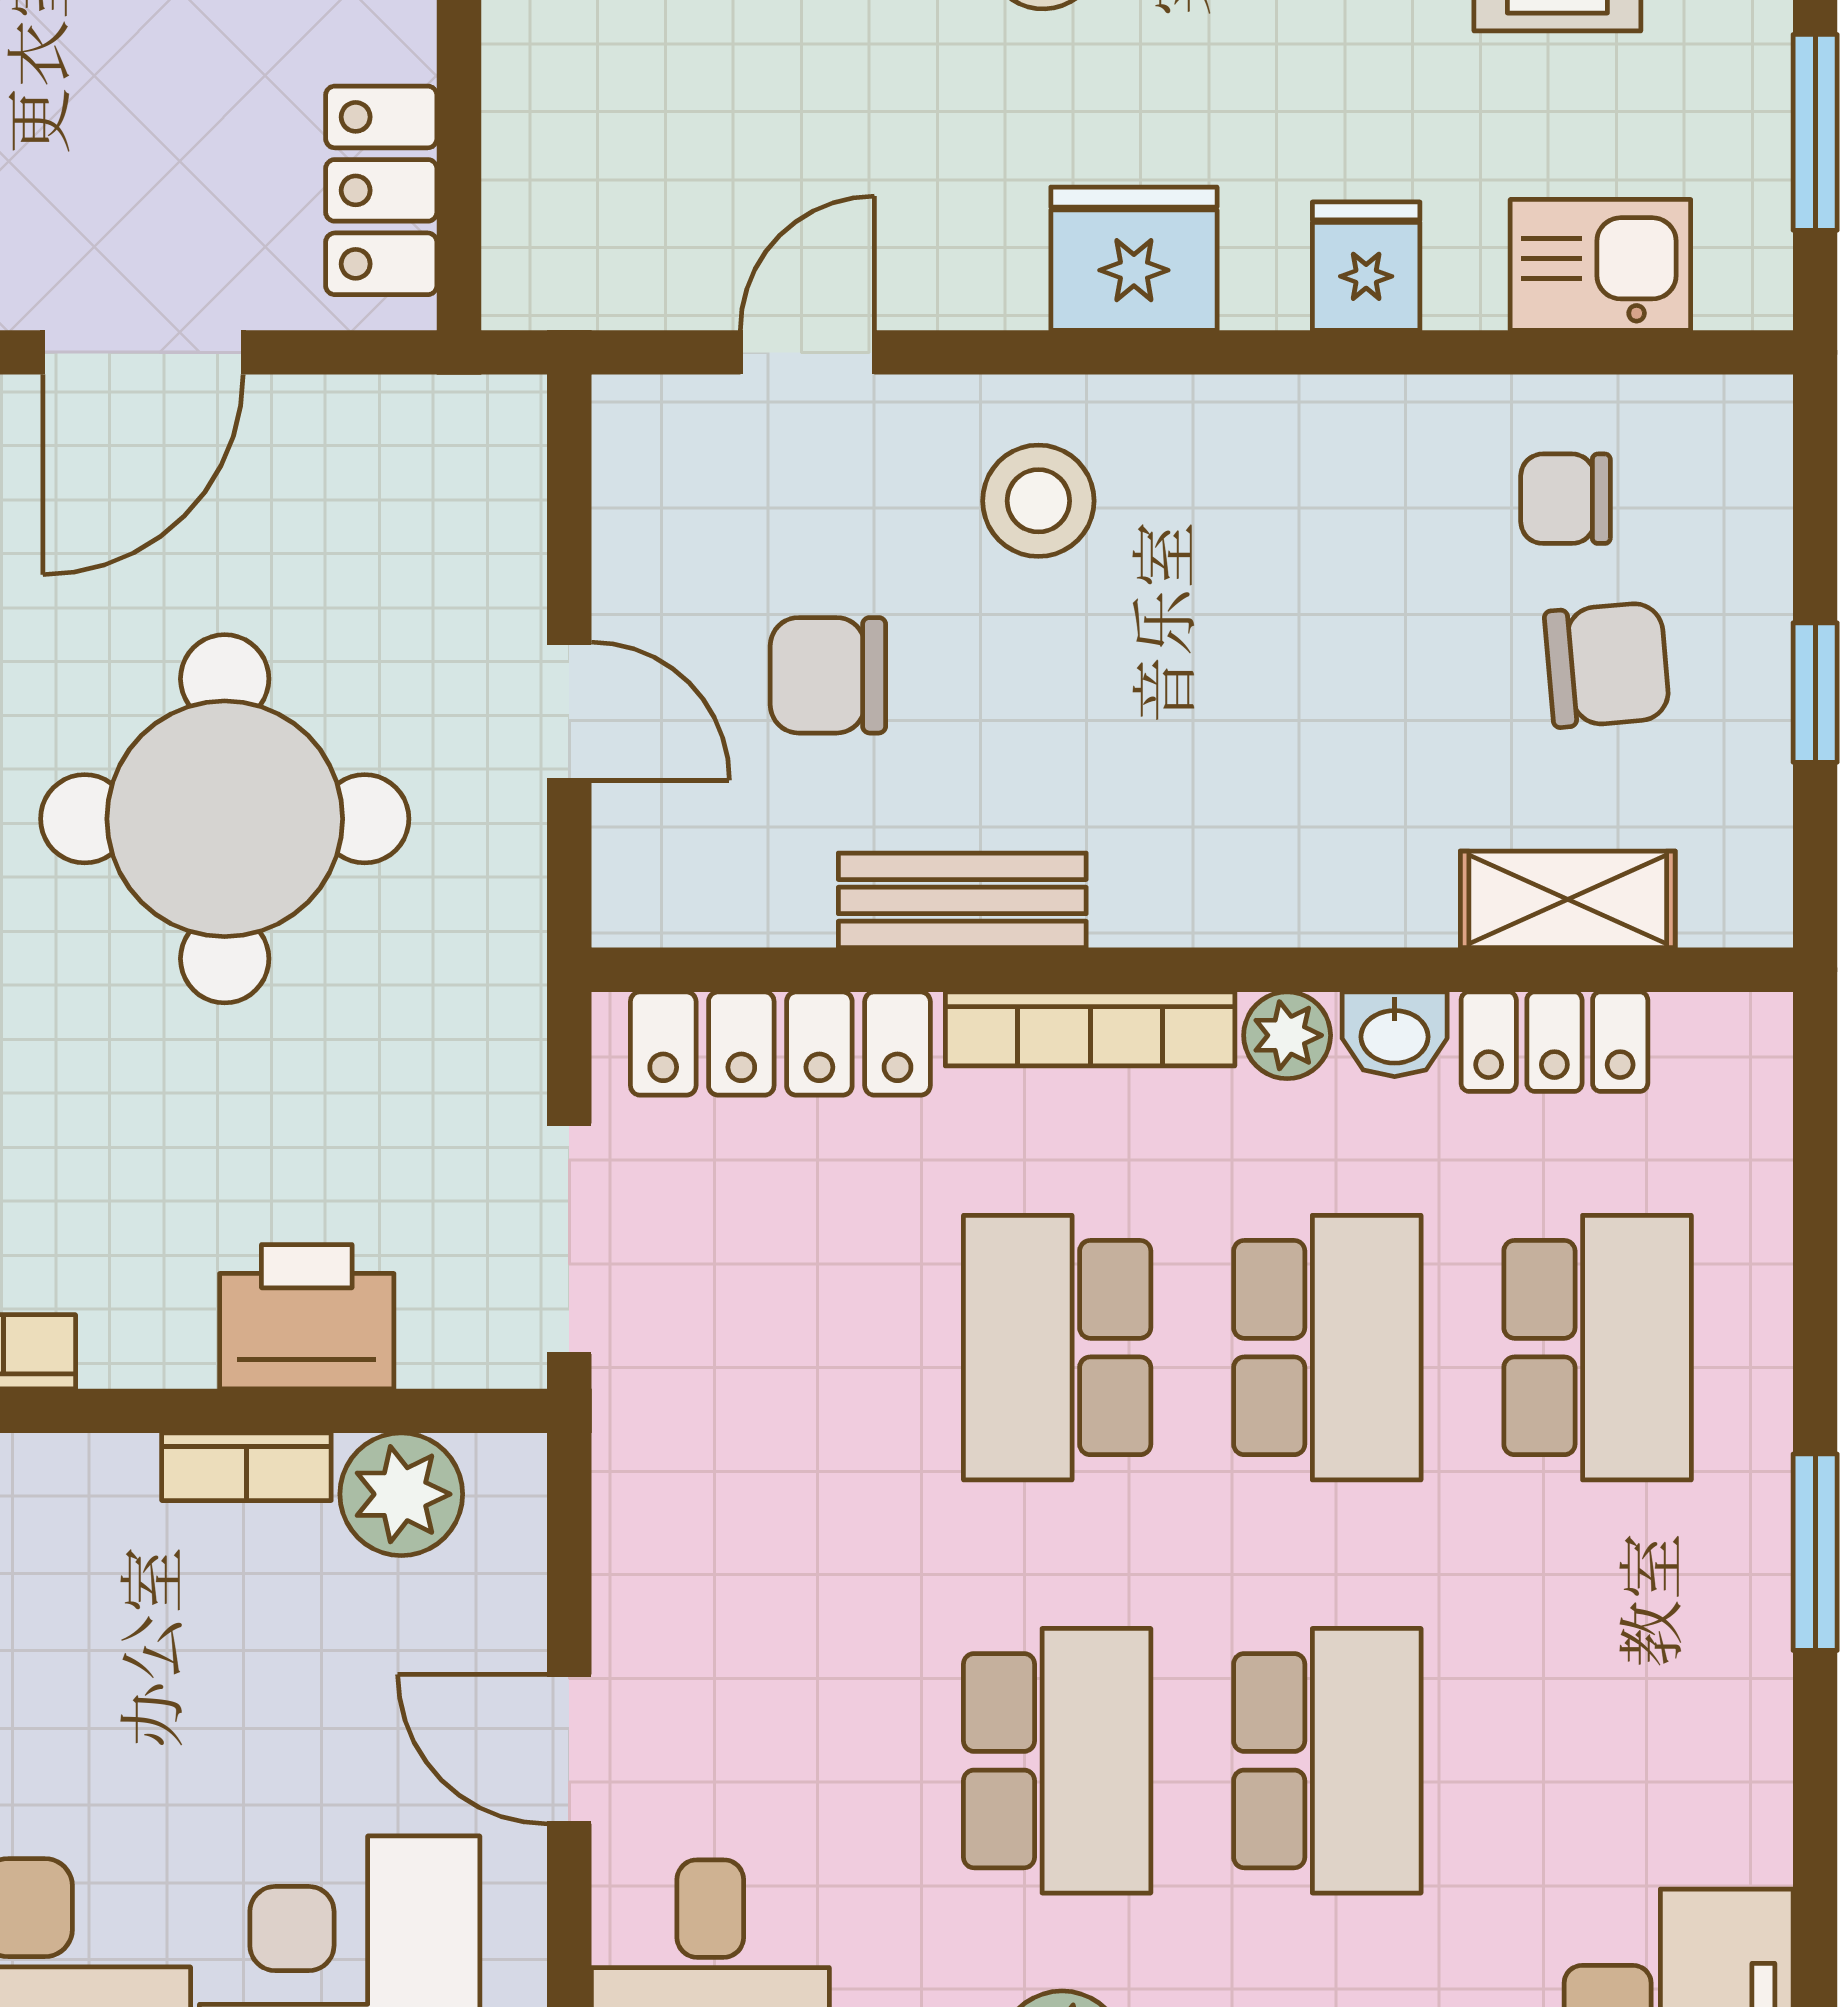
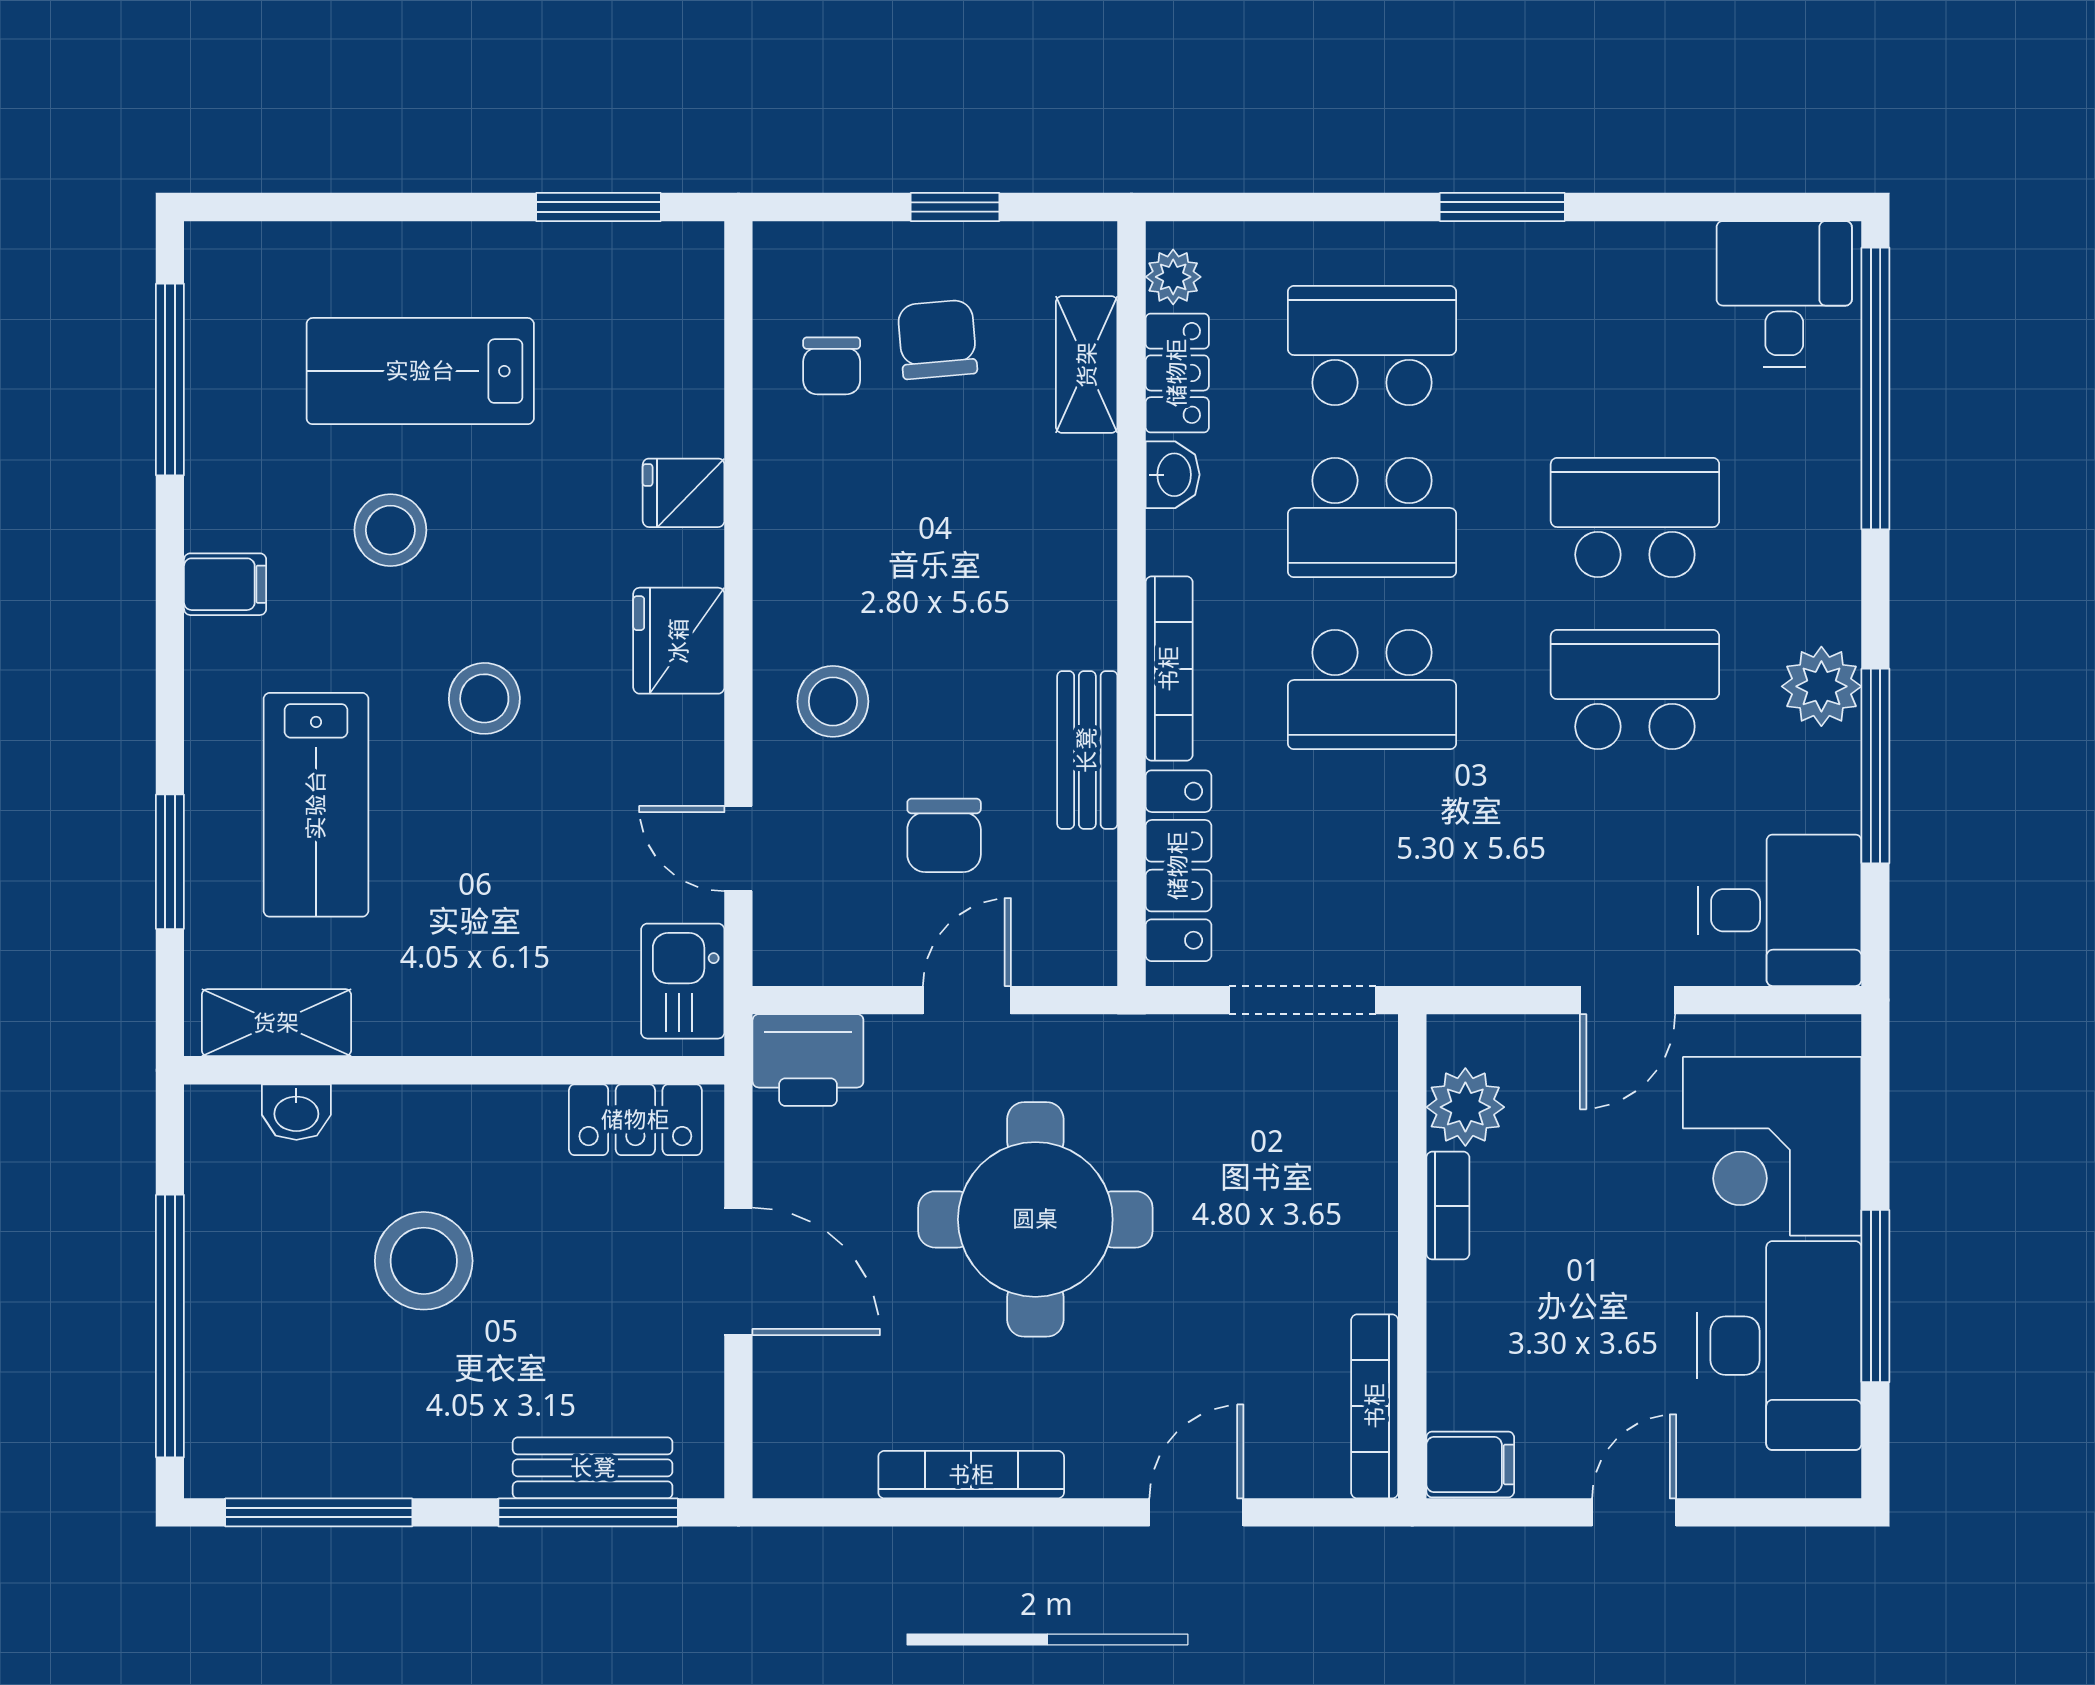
kitchen sink: (1600, 265) -> (683, 981), moved
plant: (1287, 1035) -> (1173, 277), moved
printer: (307, 1317) -> (808, 1060), moved, turned -90
school desk: (1327, 1348) -> (1372, 518), turned 180

